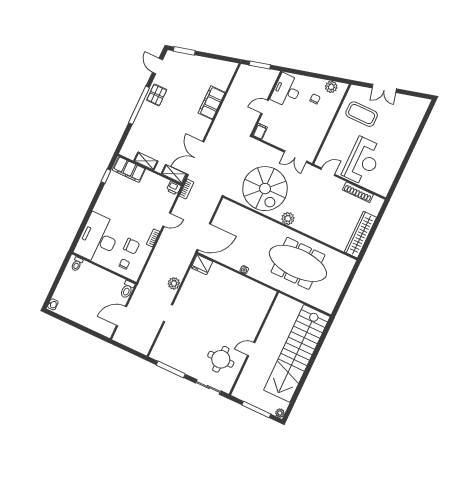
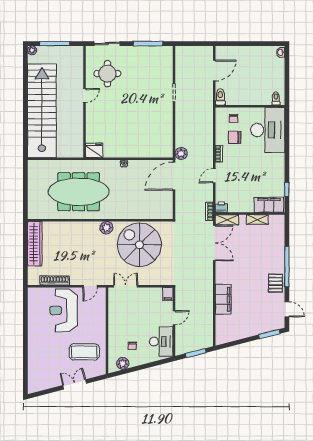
fridge: (202, 265) -> (94, 150), moved
plant: (174, 283) -> (181, 154), moved

